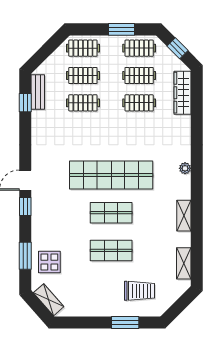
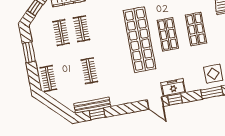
clothes rail: (139, 48) -> (41, 36), removed
clothes rail: (83, 76) -> (69, 75), removed
bench: (38, 92) -> (92, 105), width x1.36
freezer: (41, 207) -> (173, 88), added

